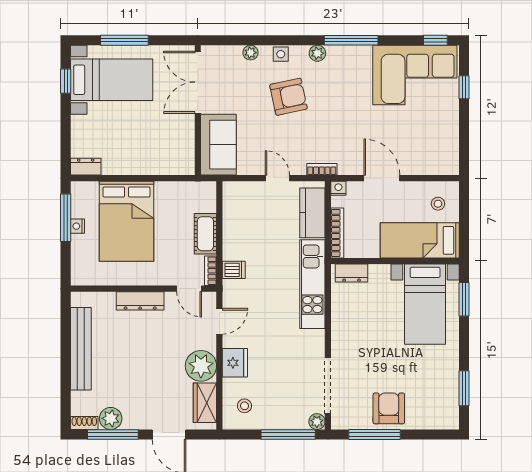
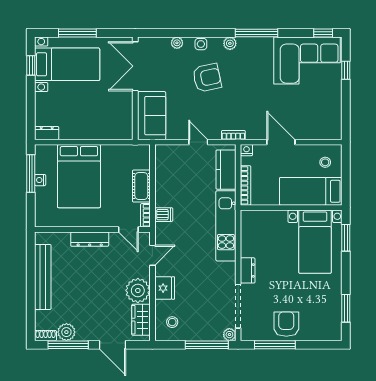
dresser: (352, 273) -> (248, 270), moved, turned -90

